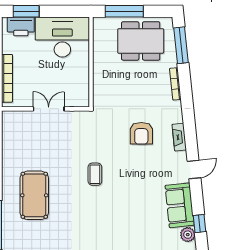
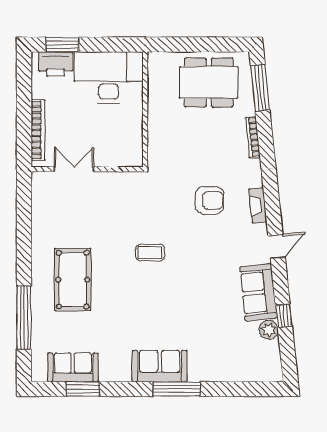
window: (124, 11) -> (188, 45), removed
double door: (49, 109) -> (74, 169), moved
armchair: (141, 133) -> (209, 200), turned -90
coffee table: (95, 174) -> (150, 253), turned 90

